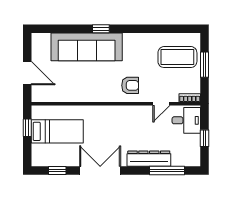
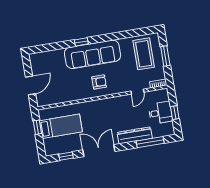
sofa: (87, 47) -> (93, 54), moved
coffee table: (177, 57) -> (144, 54), turned 90
door: (27, 73) -> (30, 85), hinge flipped
armchair: (130, 85) -> (99, 82), moved
desk: (186, 120) -> (160, 113), moved

